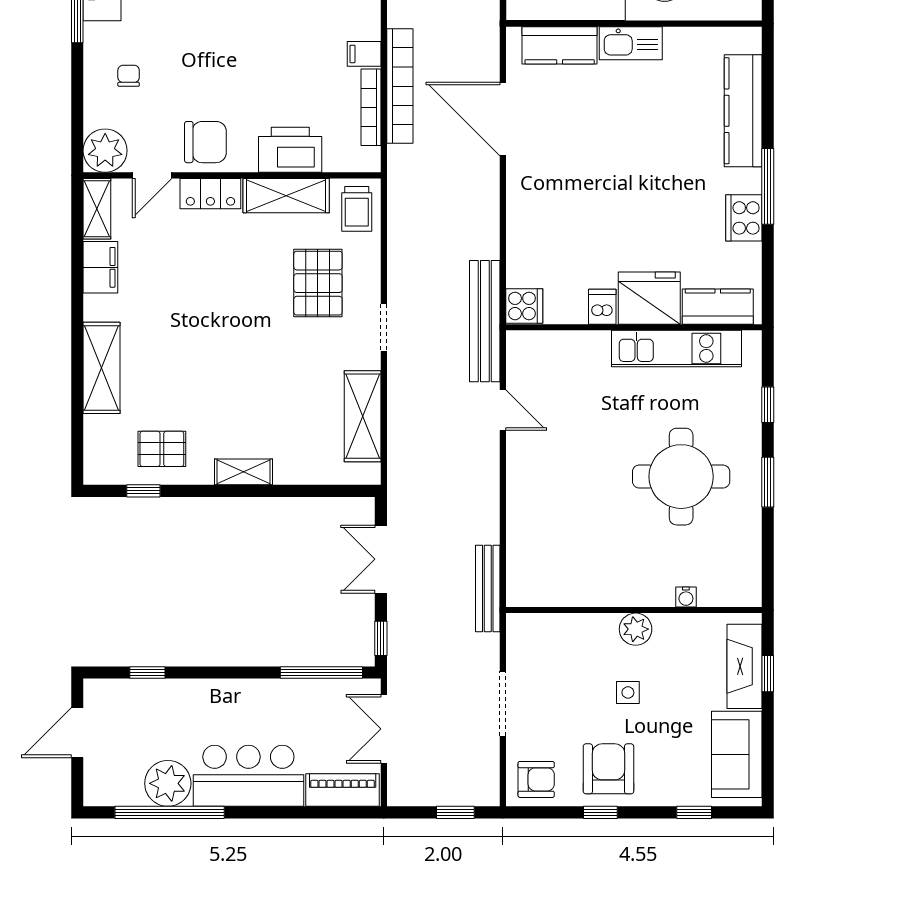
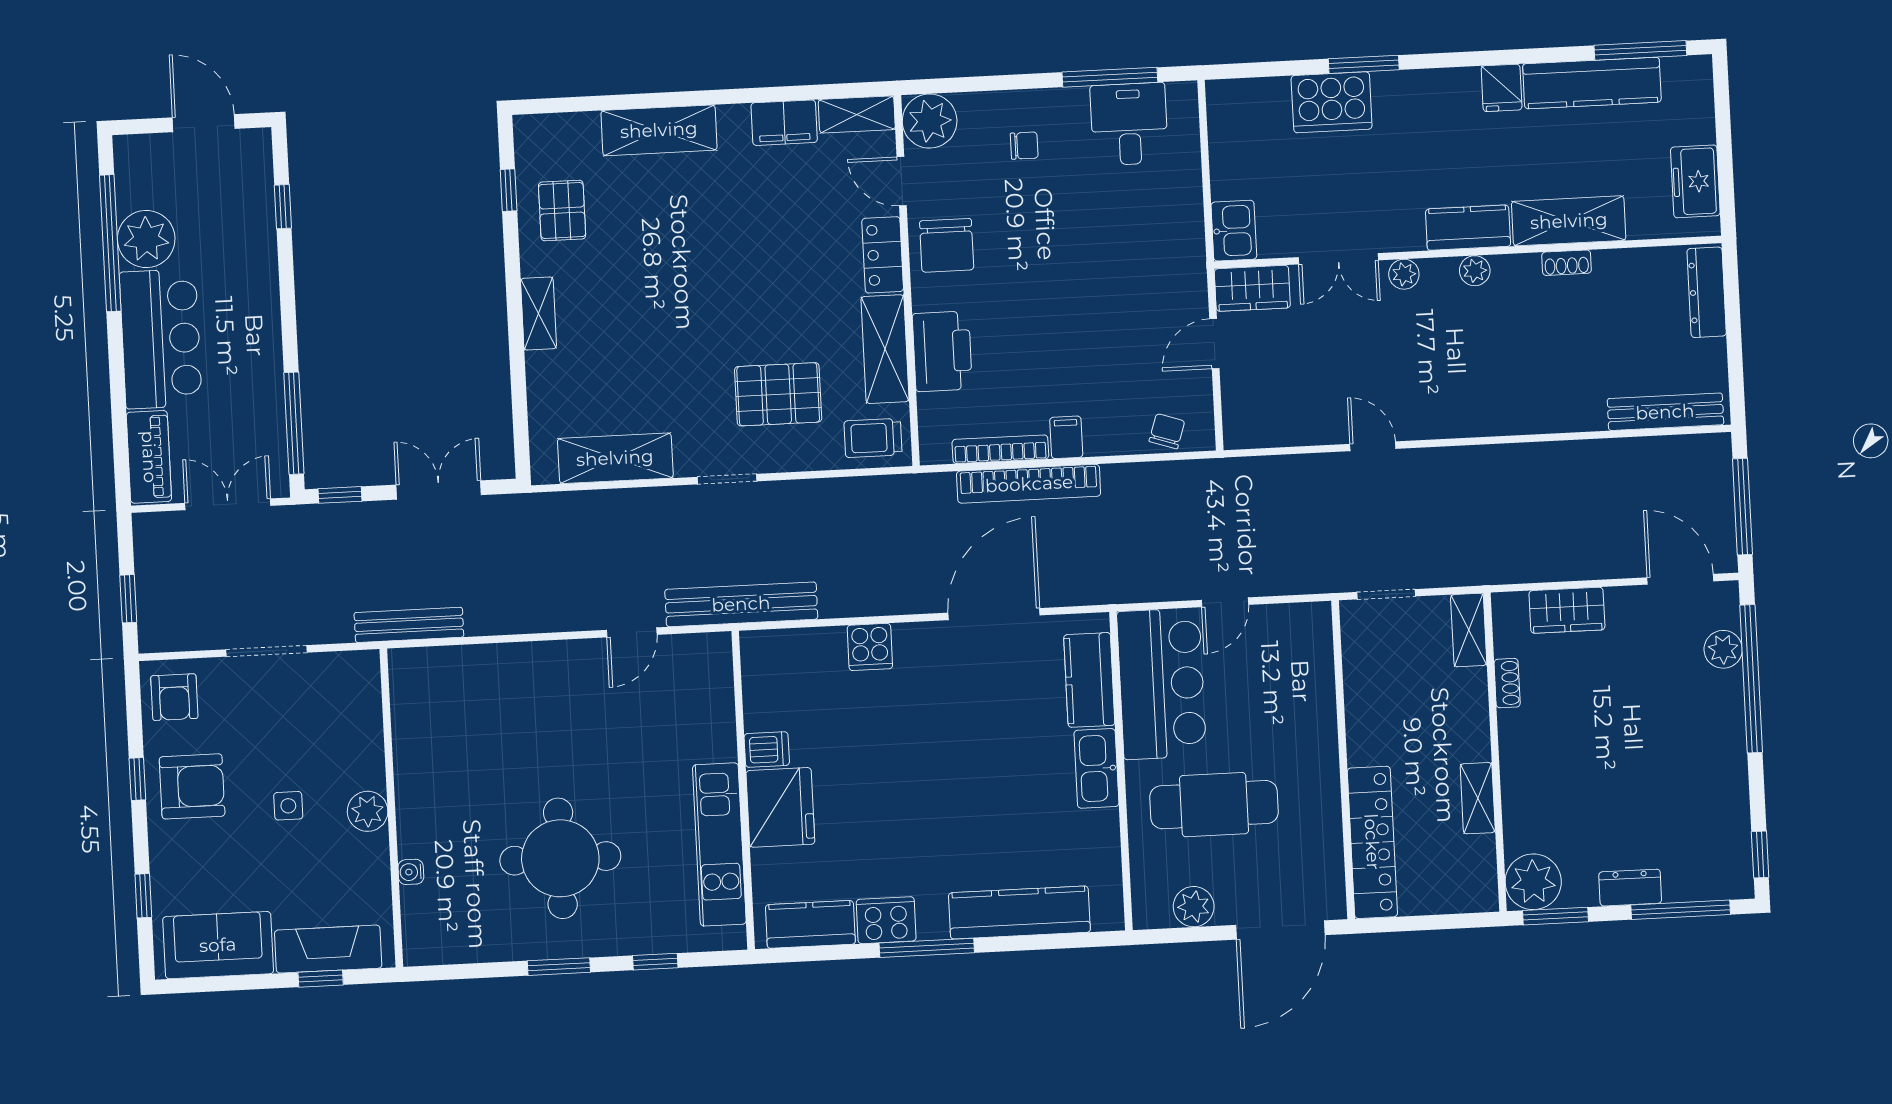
cooker: (524, 306) -> (870, 647), moved
kitchen counter: (718, 307) -> (810, 924), moved, turned -90

